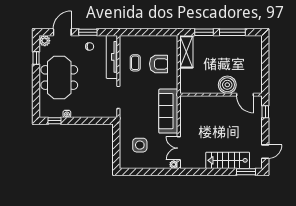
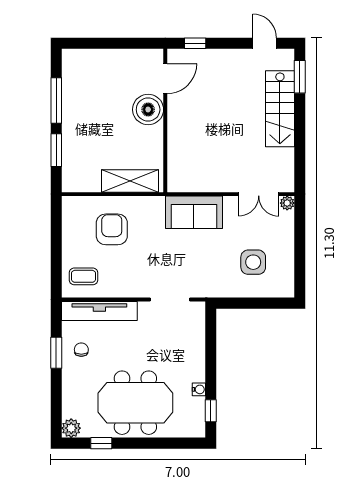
door: (62, 32) -> (56, 397), removed
shelving: (186, 52) -> (130, 181), moved
coffee table: (135, 63) -> (84, 276), moved
sofa: (168, 111) -> (194, 212), width x0.73

